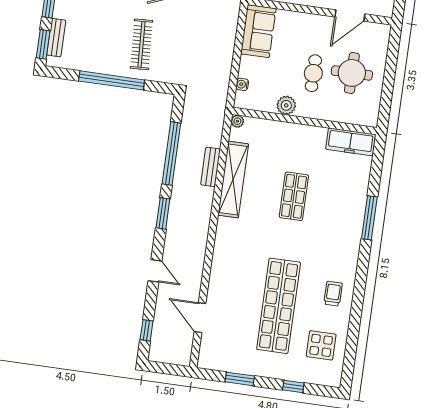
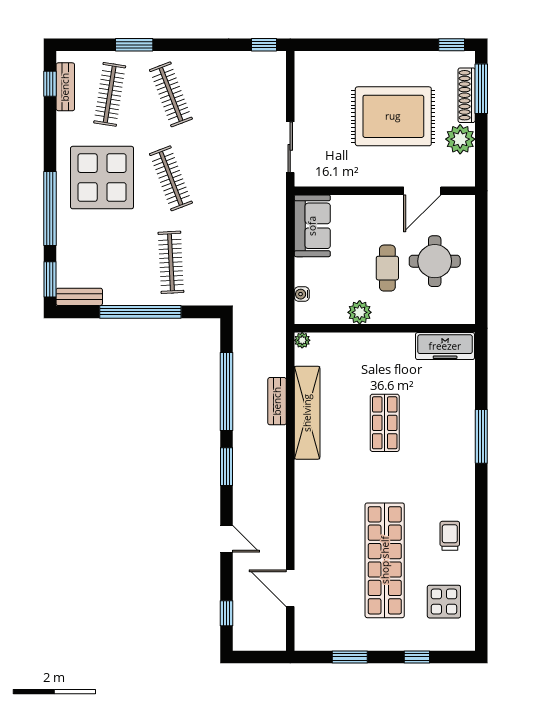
bench: (56, 38) -> (79, 297), moved, turned 90

